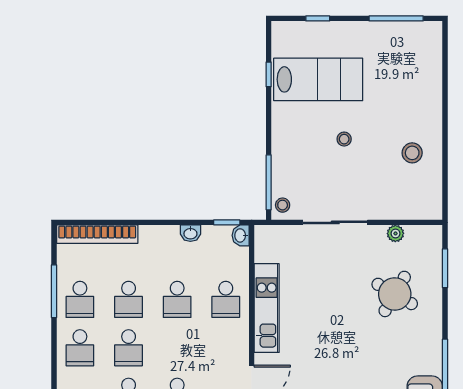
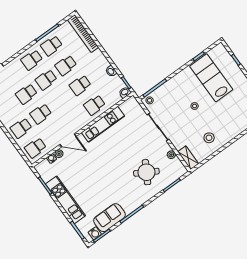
lab bench: (318, 79) -> (211, 78), turned 180
shelving: (420, 210) -> (188, 158), added

